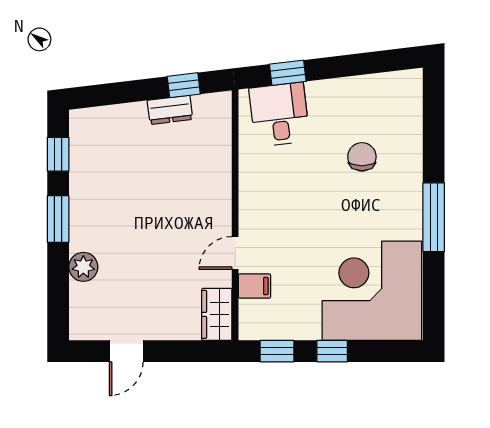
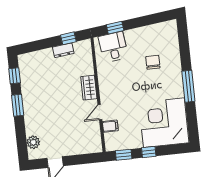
plant: (83, 267) -> (33, 142), moved
wardrobe: (217, 314) -> (89, 88), moved

